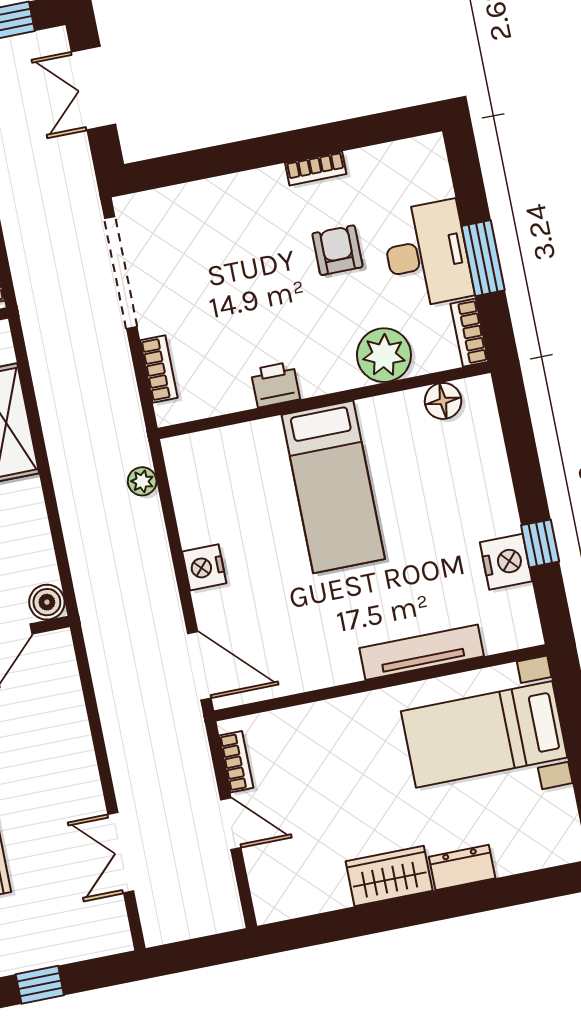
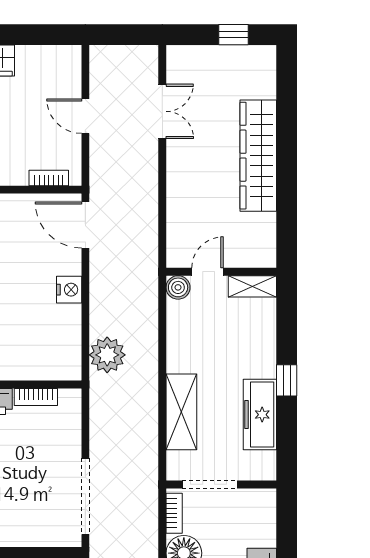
bookcase: (159, 369) -> (36, 397), moved, turned -90
plant: (142, 481) -> (107, 355), width x1.88, depth x1.88
bookcase: (236, 762) -> (49, 178), moved, turned 90

